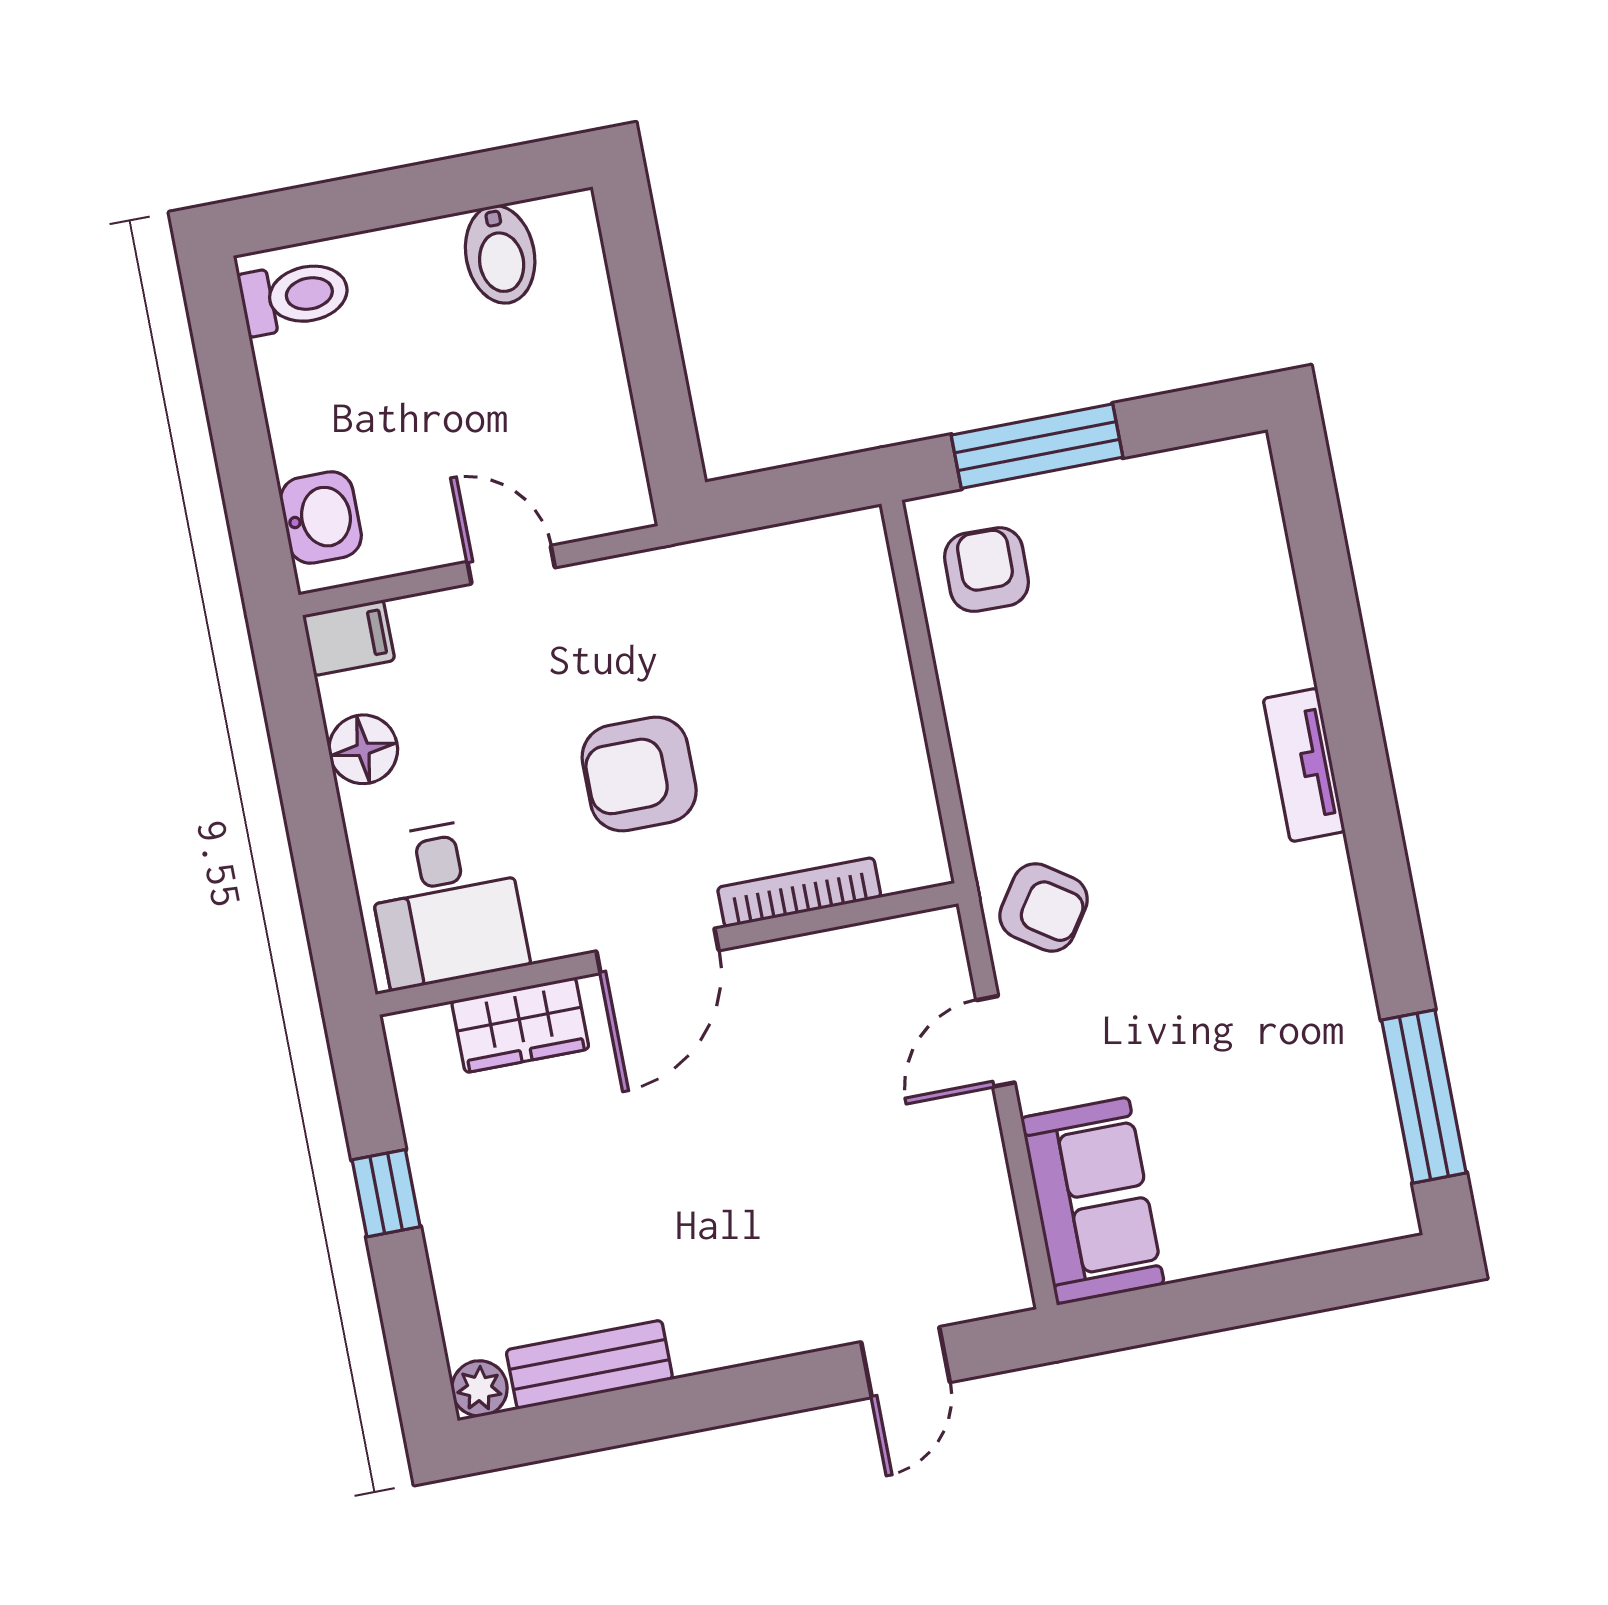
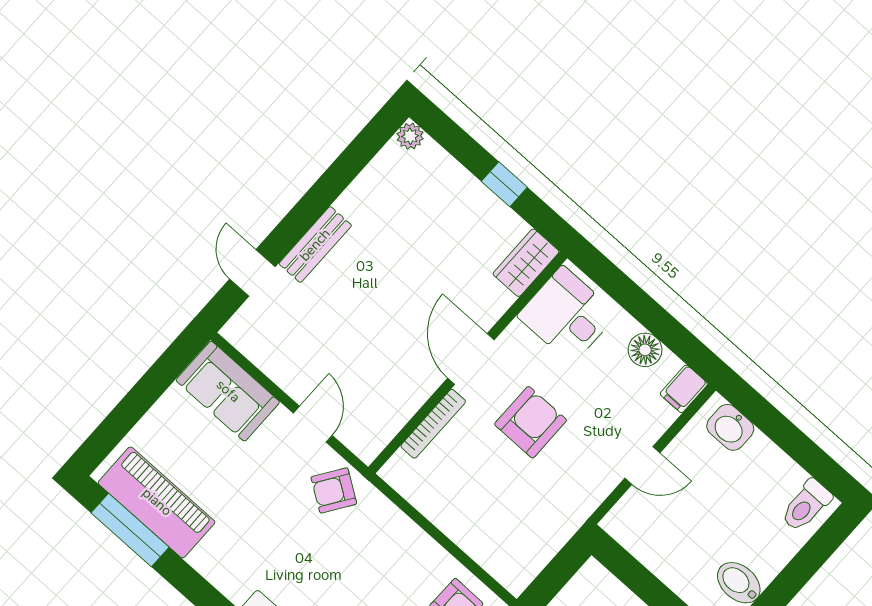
wardrobe: (520, 1025) -> (526, 263), moved
piano: (1347, 1108) -> (157, 502), added
bench: (589, 1365) -> (315, 245), moved

